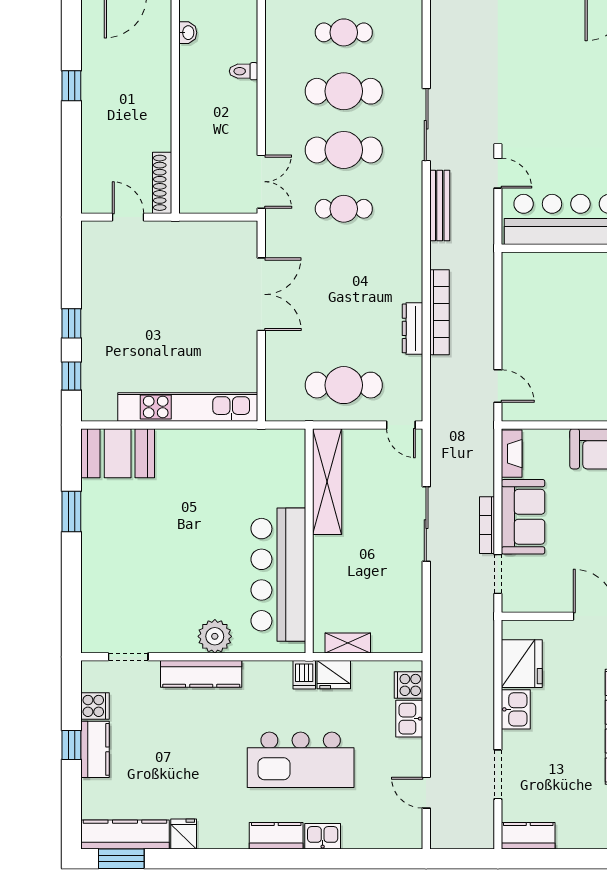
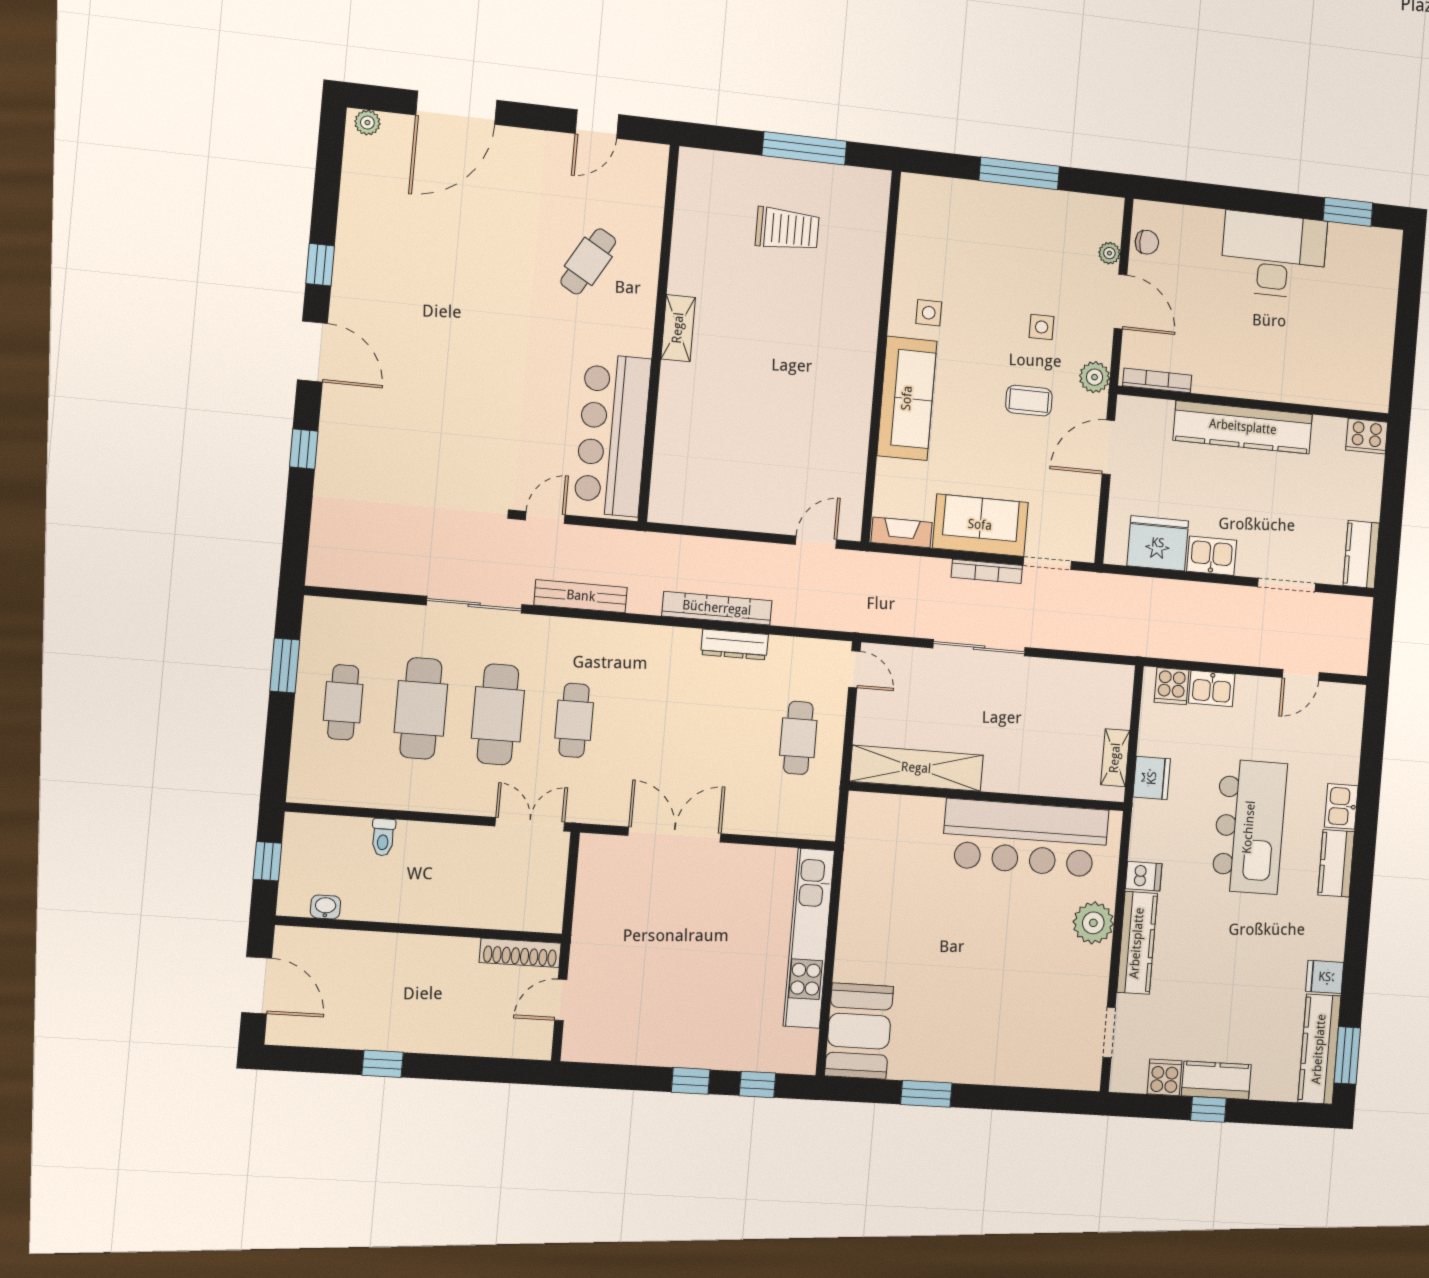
cafe table: (344, 385) -> (798, 738), width x0.73, depth x0.74
door: (401, 425) -> (854, 669), hinge flipped
dishwasher: (304, 675) -> (1144, 876), moved

